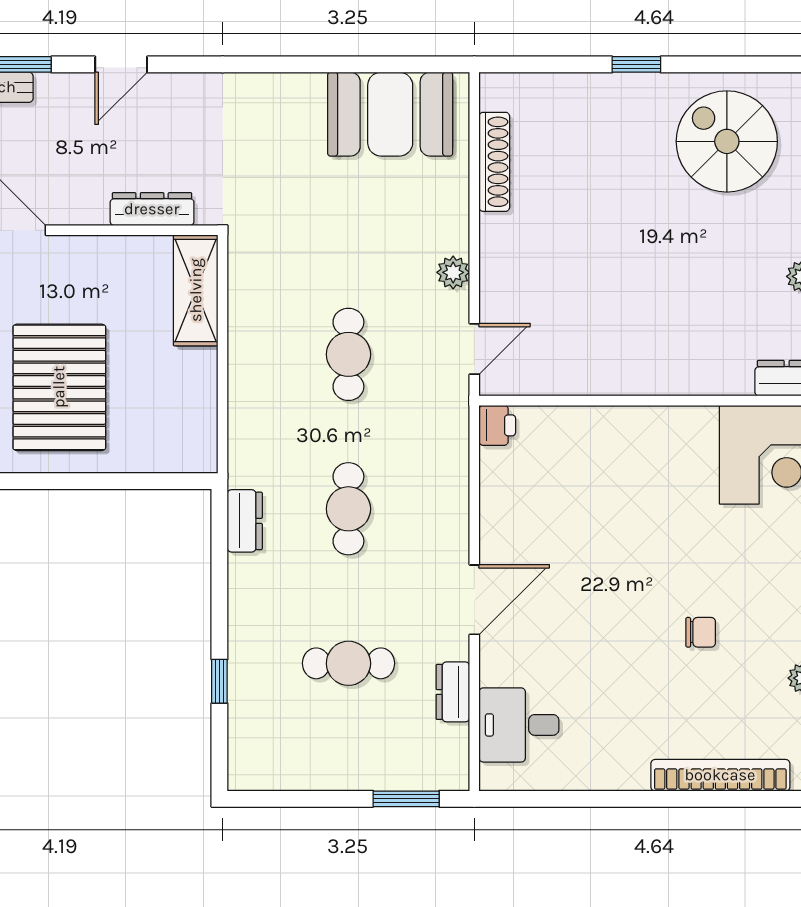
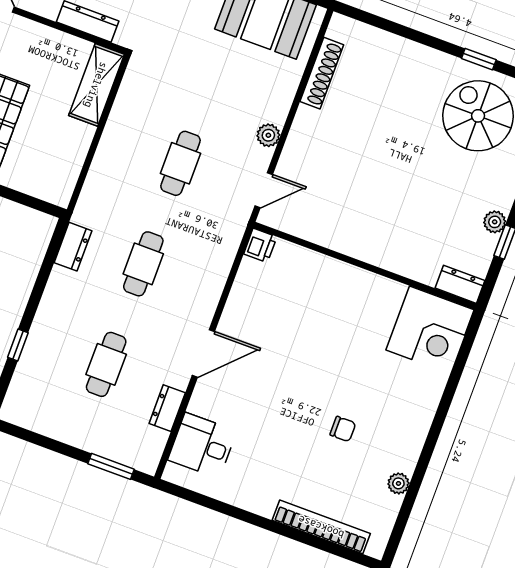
window: (636, 64) -> (479, 59), moved
cafe table: (348, 663) -> (106, 364), turned 90

